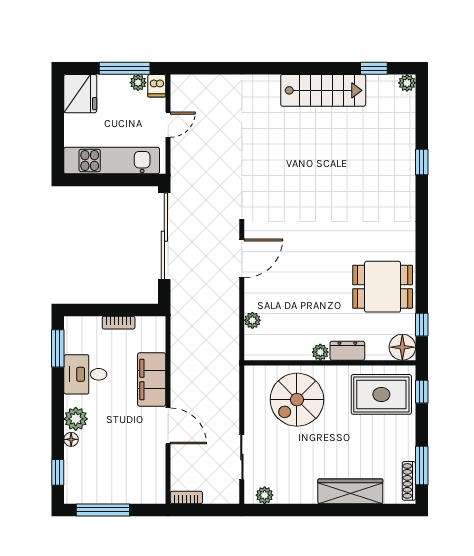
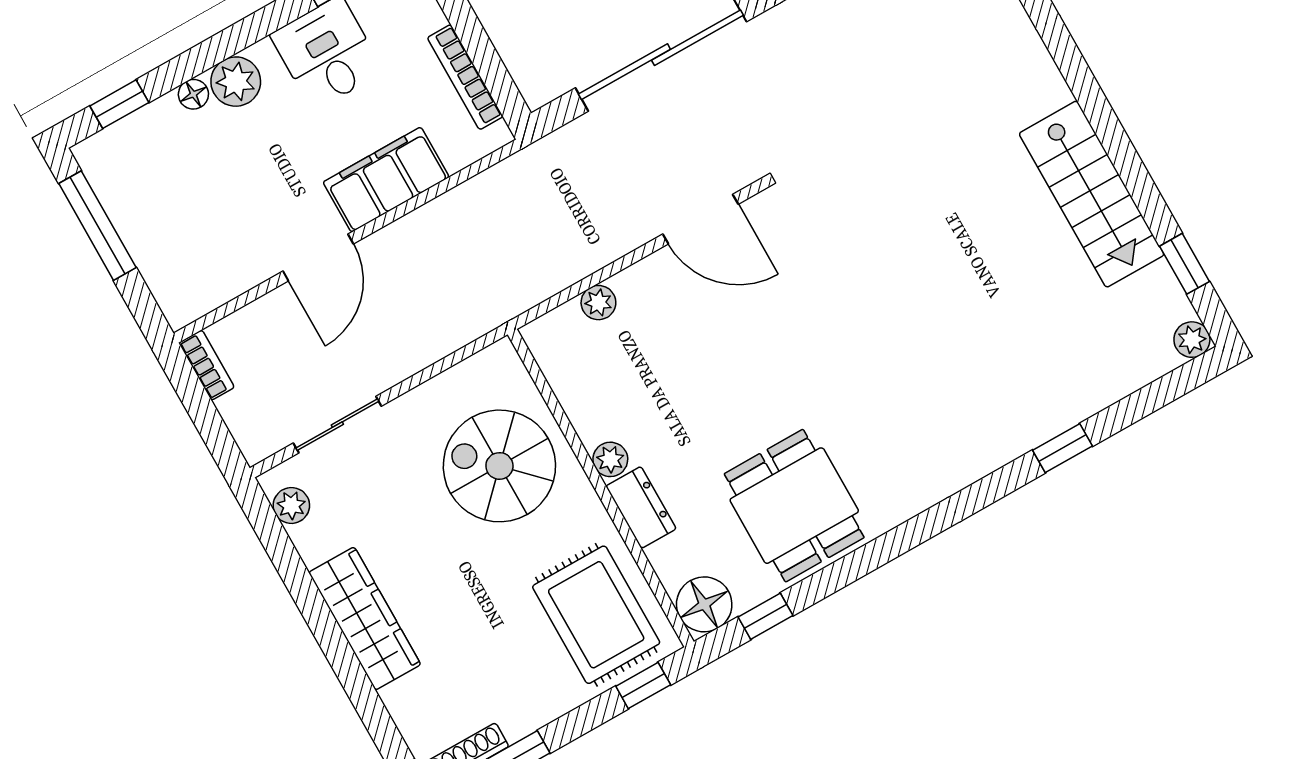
bookcase: (119, 323) -> (465, 77), width x1.56
wardrobe: (350, 491) -> (365, 618), moved

